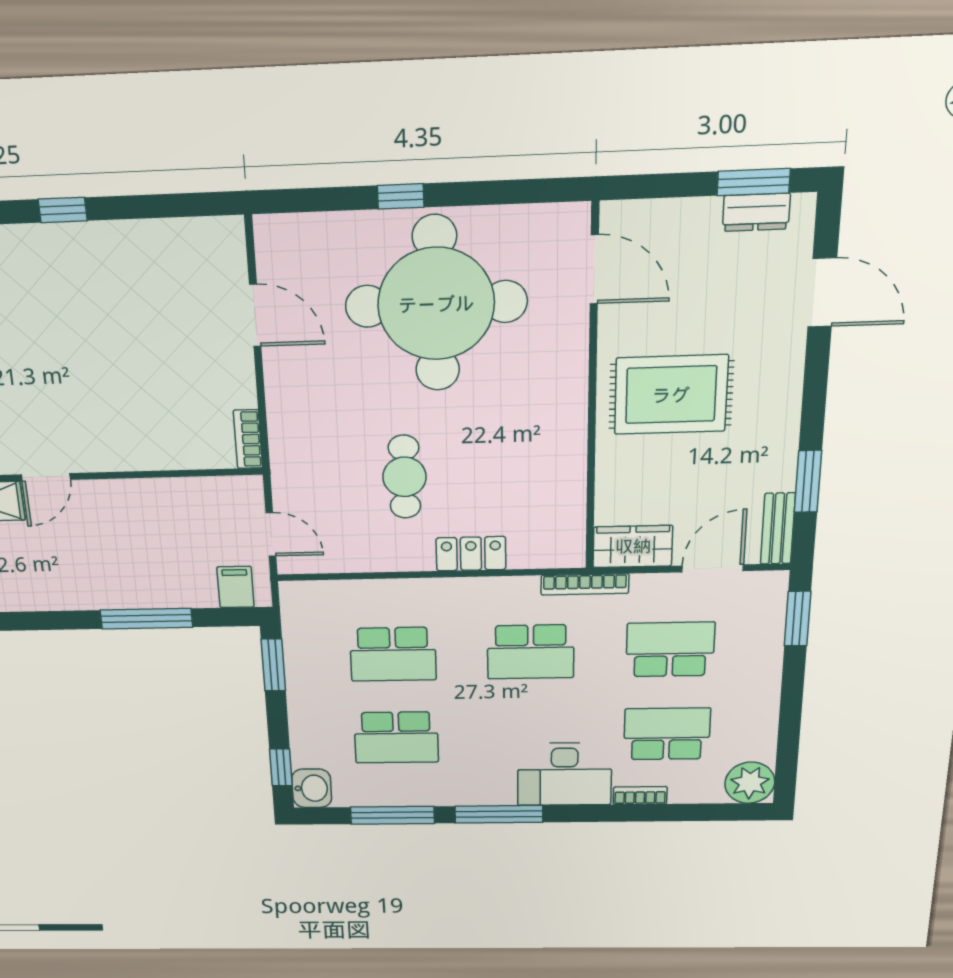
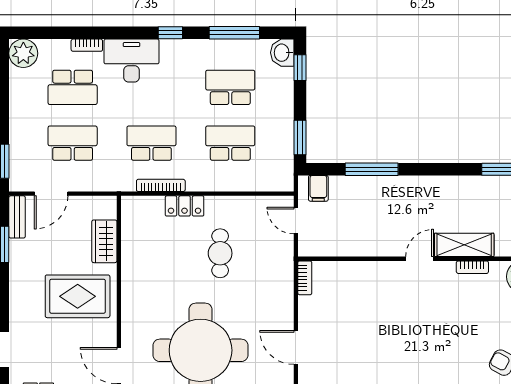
wardrobe: (633, 546) -> (104, 241), moved, turned 90
bookcase: (585, 584) -> (161, 185), moved
school desk: (670, 649) -> (73, 143), turned 180
window: (499, 814) -> (170, 33), width x0.46

